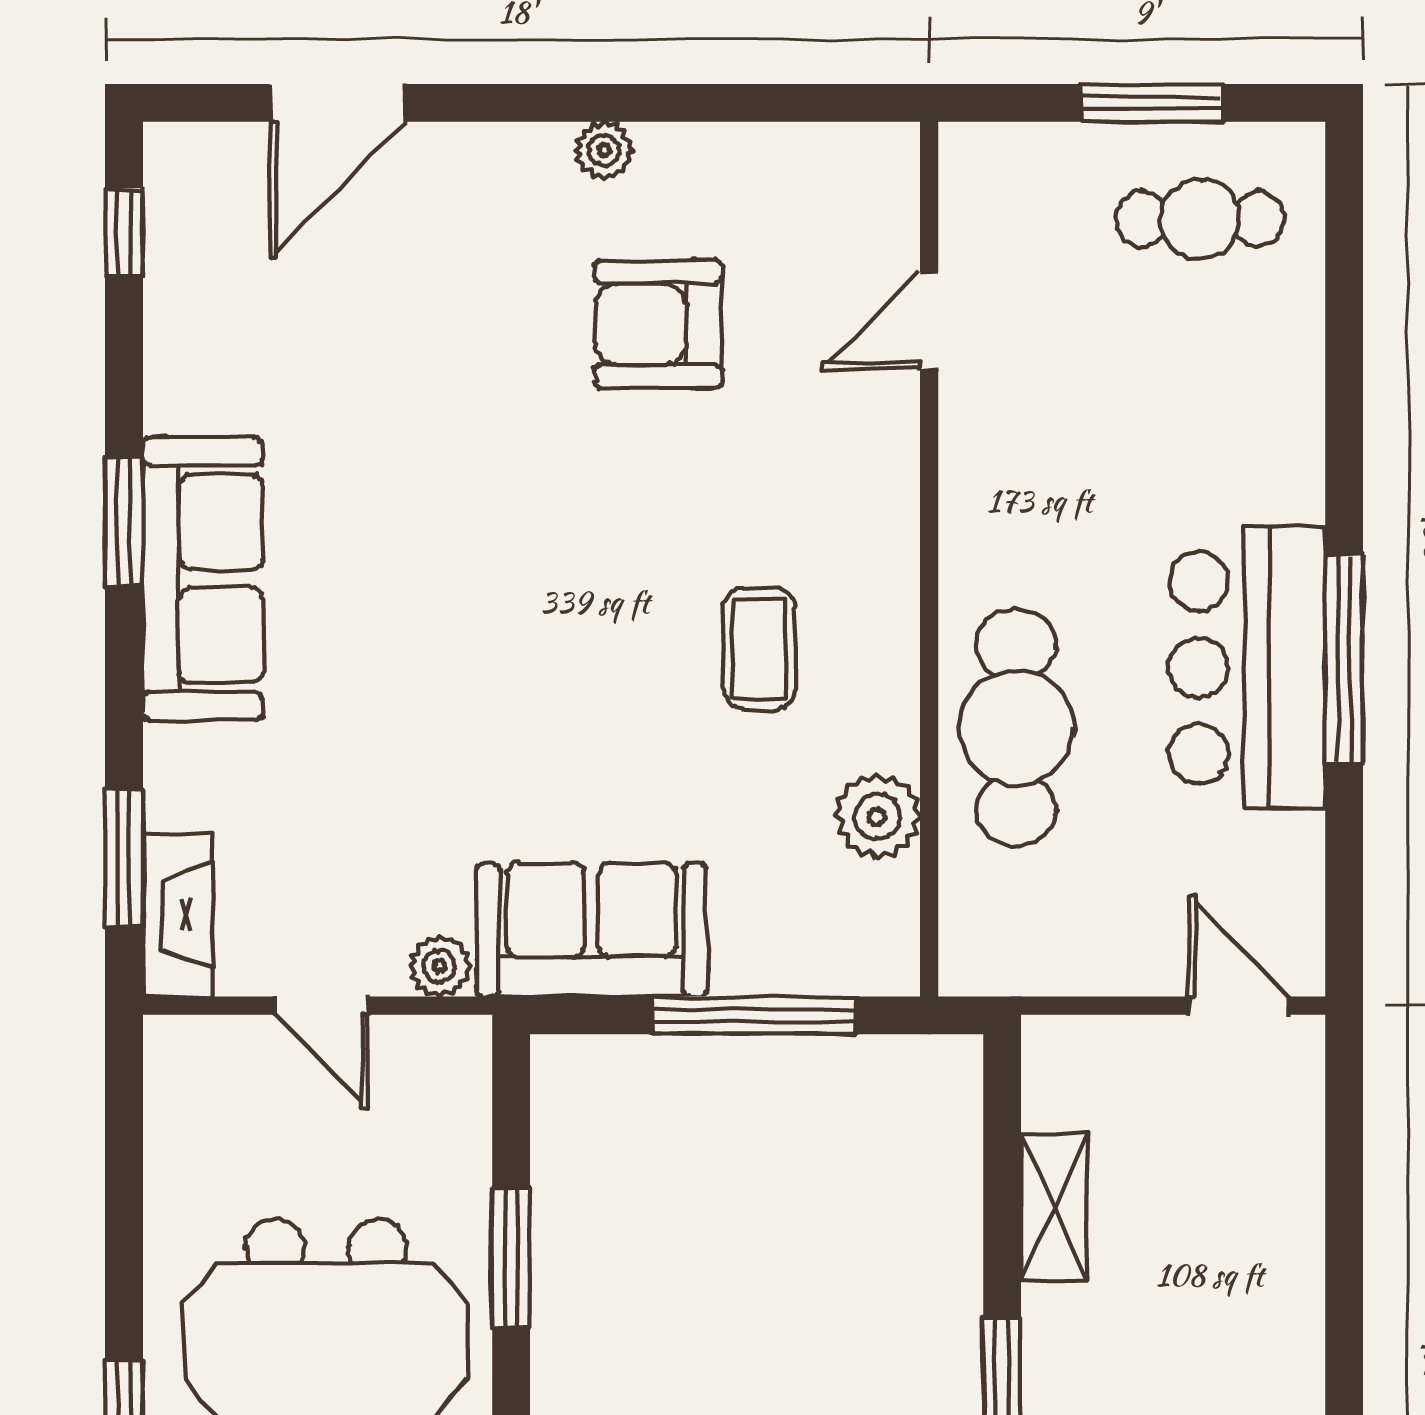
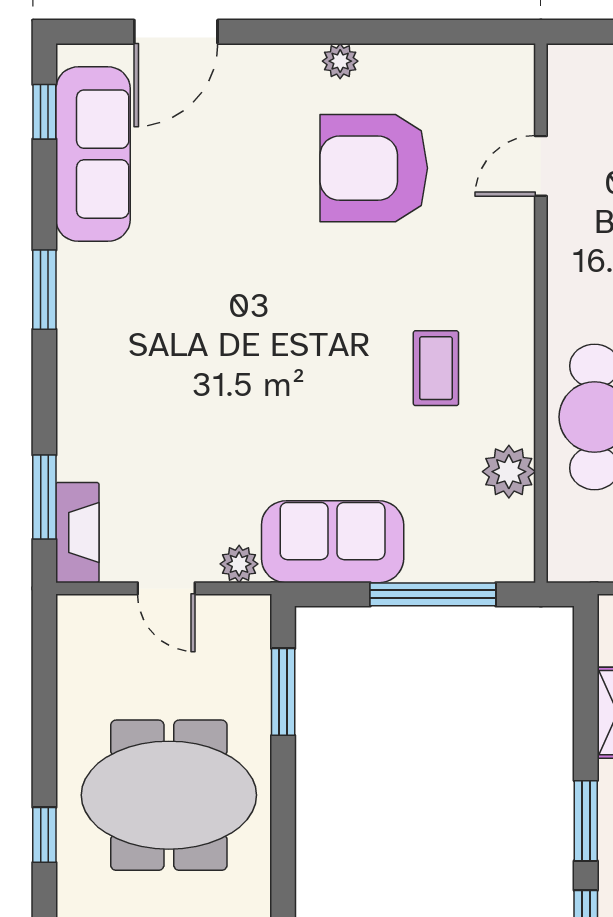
armchair: (658, 324) -> (374, 168), width x1.36, depth x1.36
sofa: (203, 579) -> (93, 154), moved
window: (511, 1258) -> (283, 692), moved

